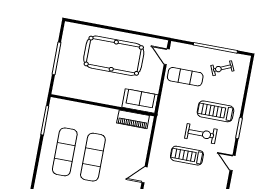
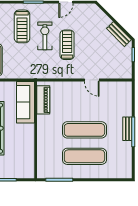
sofa: (140, 101) -> (25, 102), width x1.36
treadmill: (187, 156) -> (67, 45), turned 180

